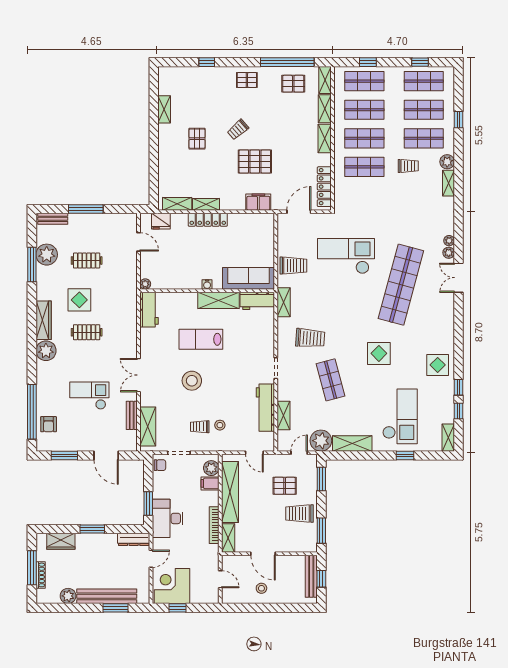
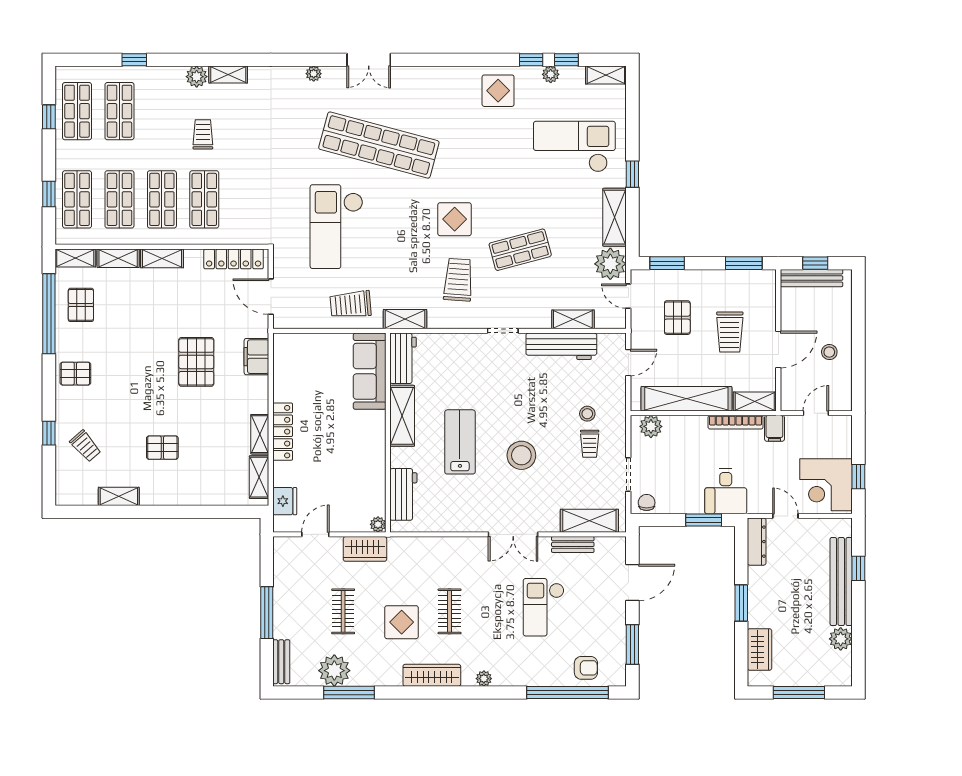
pallet: (247, 80) -> (75, 374), turned 90
trolley: (238, 130) -> (85, 446), moved
shop shelf: (424, 138) -> (162, 111), removed
plant: (449, 253) -> (551, 74), moved
trolley: (293, 266) -> (351, 305), turned -95
wardrobe: (129, 275) -> (365, 549), added
water cooler: (207, 284) -> (379, 433), removed
workbench: (149, 310) -> (403, 494), moved, turned 90
lab bench: (201, 339) -> (460, 442), turned 180
plant: (46, 351) -> (484, 679), width x0.53, depth x0.53
display table: (379, 353) -> (455, 219), moved
window: (405, 456) -> (632, 174), moved
filing cabinet: (210, 483) -> (774, 428), moved
trolley: (299, 514) -> (730, 332), moved
desk: (168, 518) -> (726, 491), width x0.73
shoe rack: (41, 575) -> (810, 680), removed
window: (116, 608) -> (858, 568), width x0.67

